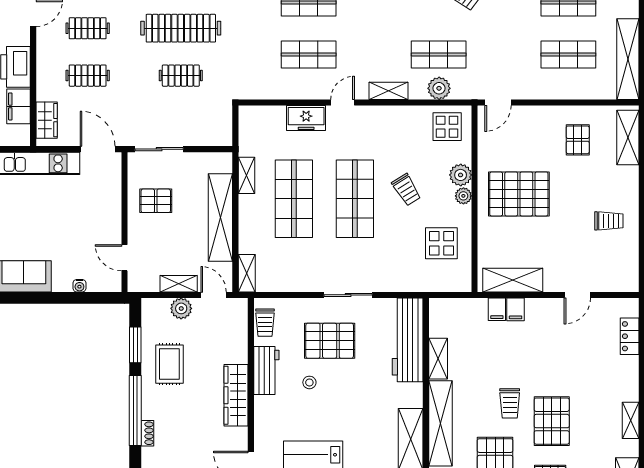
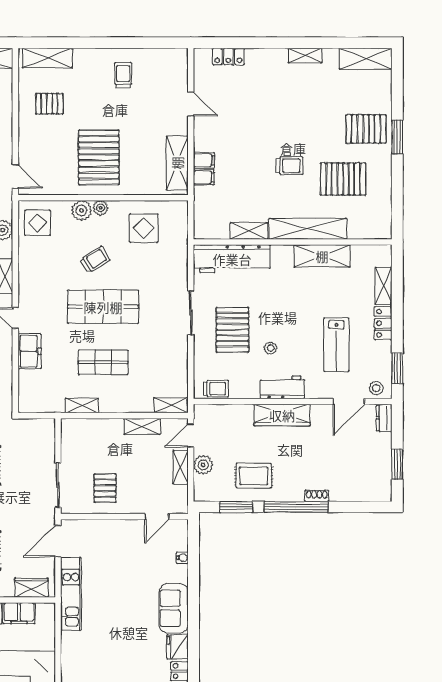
shop shelf: (294, 199) -> (103, 362), width x0.70, depth x0.74
shelving: (220, 217) -> (142, 426), width x0.45, depth x0.75
workbench: (266, 371) -> (282, 387), moved
pallet: (552, 421) -> (306, 127), removed

